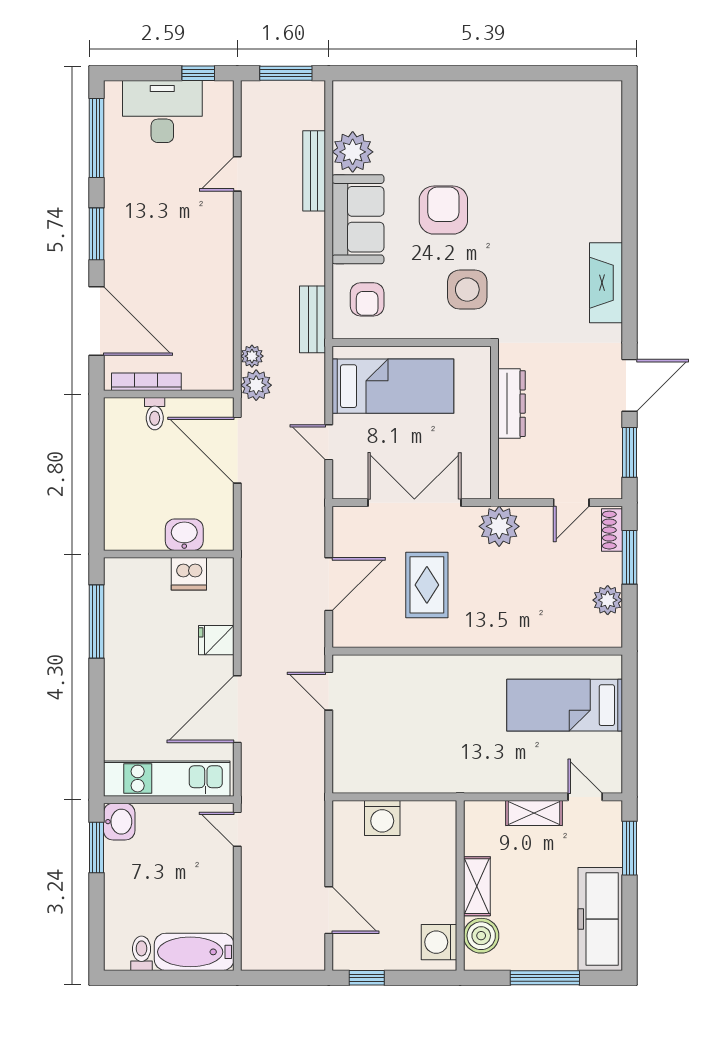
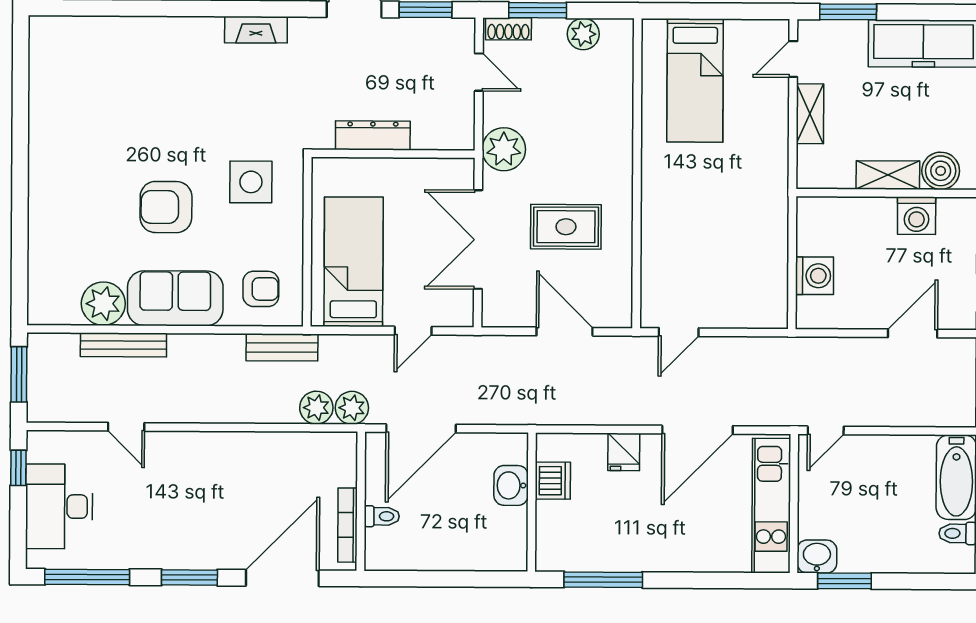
fireplace: (606, 283) -> (256, 30), width x0.73, depth x0.76
plant: (252, 356) -> (316, 408), width x1.38, depth x1.38
door: (237, 709) -> (698, 430), hinge flipped
washing machine: (439, 942) -> (917, 216), moved

